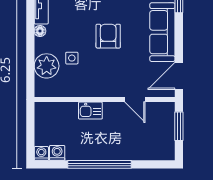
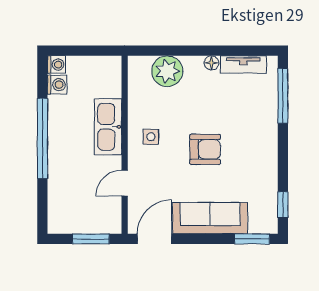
side table: (72, 58) -> (151, 137), moved
door: (179, 76) -> (155, 239), hinge flipped
kitchen sink: (90, 111) -> (108, 127), width x1.87, depth x1.24

